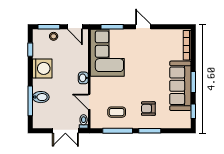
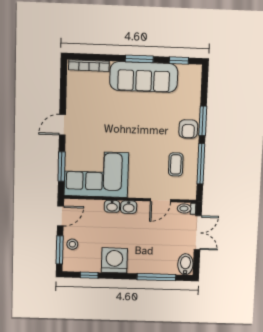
washbasin: (83, 65) -> (112, 206), added
bidet: (41, 97) -> (185, 264), moved
armchair: (148, 109) -> (188, 129), moved

